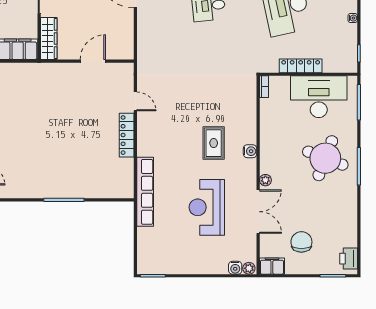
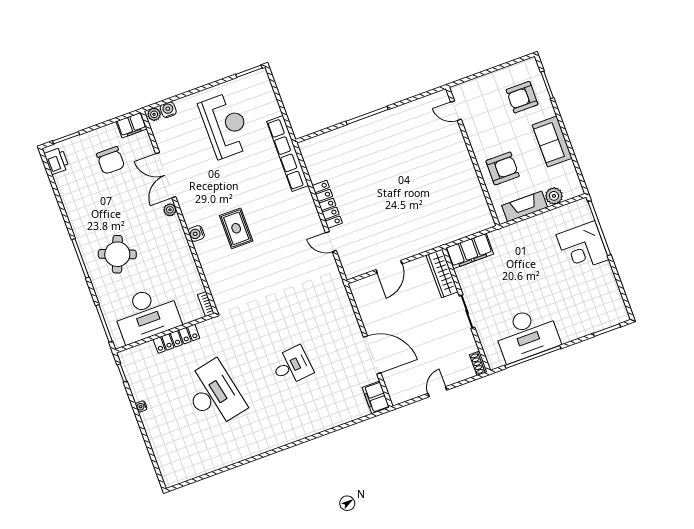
round table: (325, 158) -> (117, 254), width x0.73, depth x0.73
reception desk: (207, 207) -> (225, 125), moved

